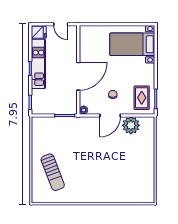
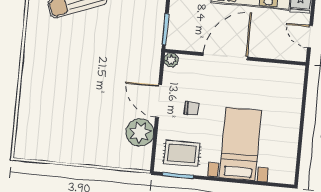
door: (61, 24) -> (310, 37), hinge flipped
bed with nightstands: (132, 44) -> (240, 144), moved
door: (78, 76) -> (225, 56), swing flipped

